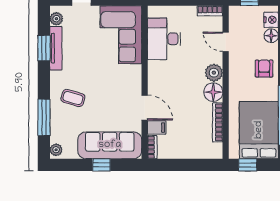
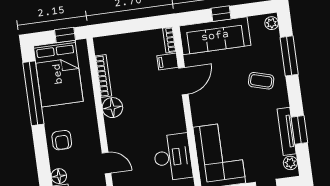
plant: (214, 73) -> (115, 128), removed
door: (145, 108) -> (183, 81), swing flipped

